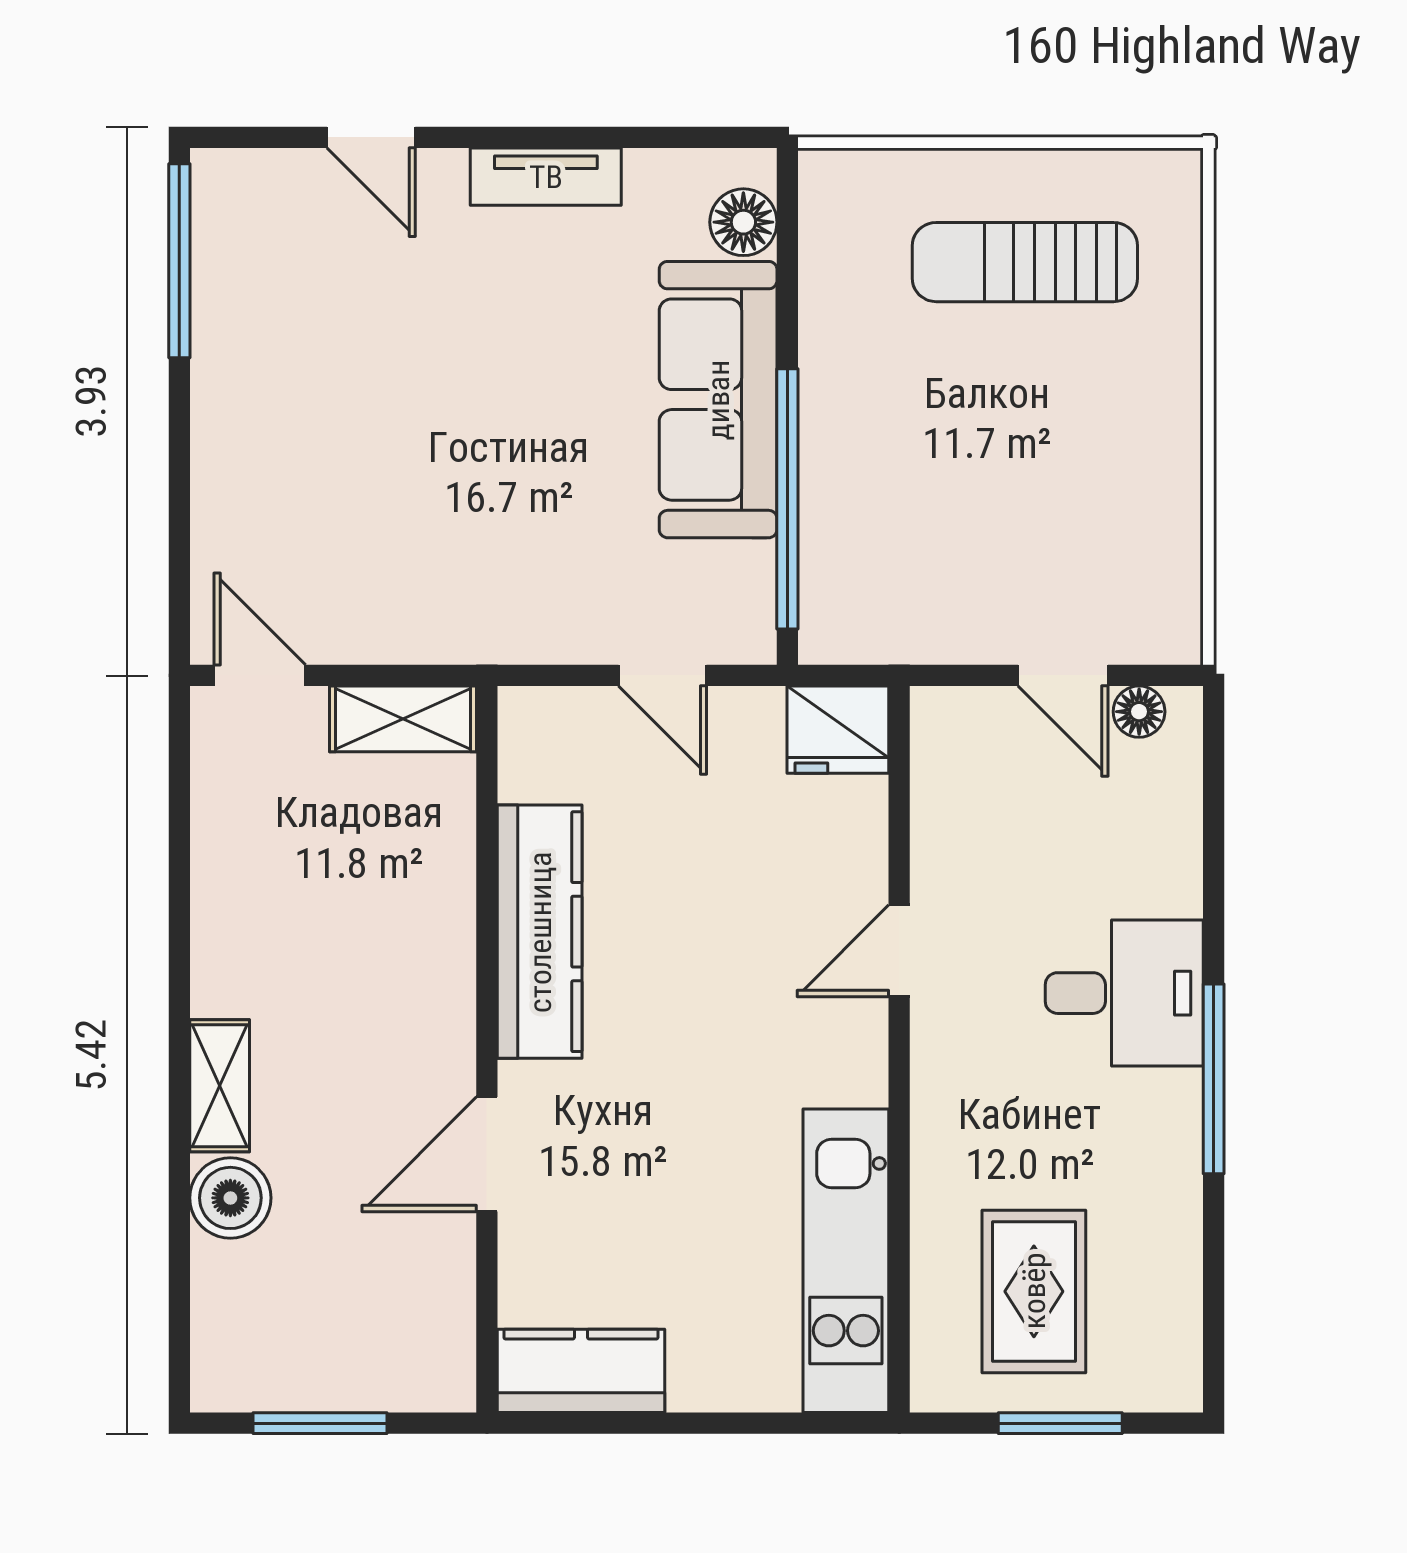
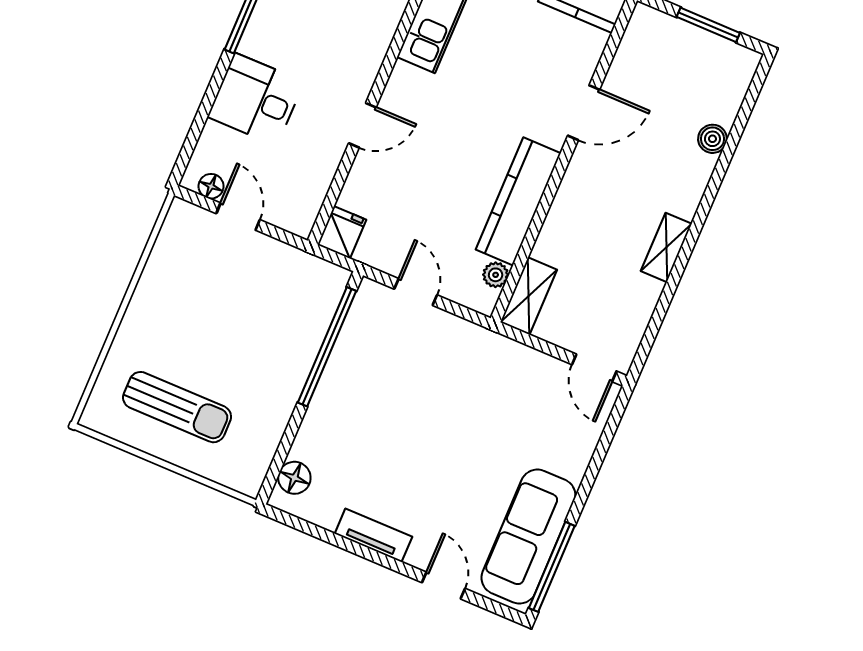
sofa: (718, 400) -> (528, 537), moved, turned 180
shelving: (403, 719) -> (529, 296), moved, turned 90
fridge: (838, 730) -> (342, 232), width x0.72
plant: (524, 773) -> (496, 275), added
desk: (1124, 993) -> (256, 99), moved
shelving: (220, 1086) -> (666, 247), moved
boiler: (230, 1198) -> (712, 139), width x0.73, depth x0.73

